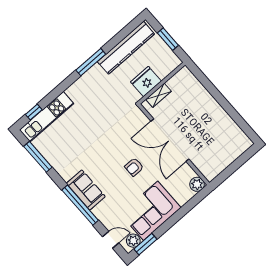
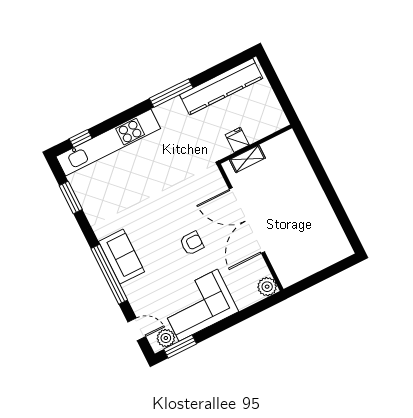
window: (168, 39) -> (278, 89), removed
fridge: (146, 82) -> (237, 140), width x0.53, depth x0.75
kitchen unit: (47, 117) -> (108, 142), width x1.36
window: (38, 157) -> (71, 197), width x0.69
armchair: (134, 167) -> (192, 243), turned 180

